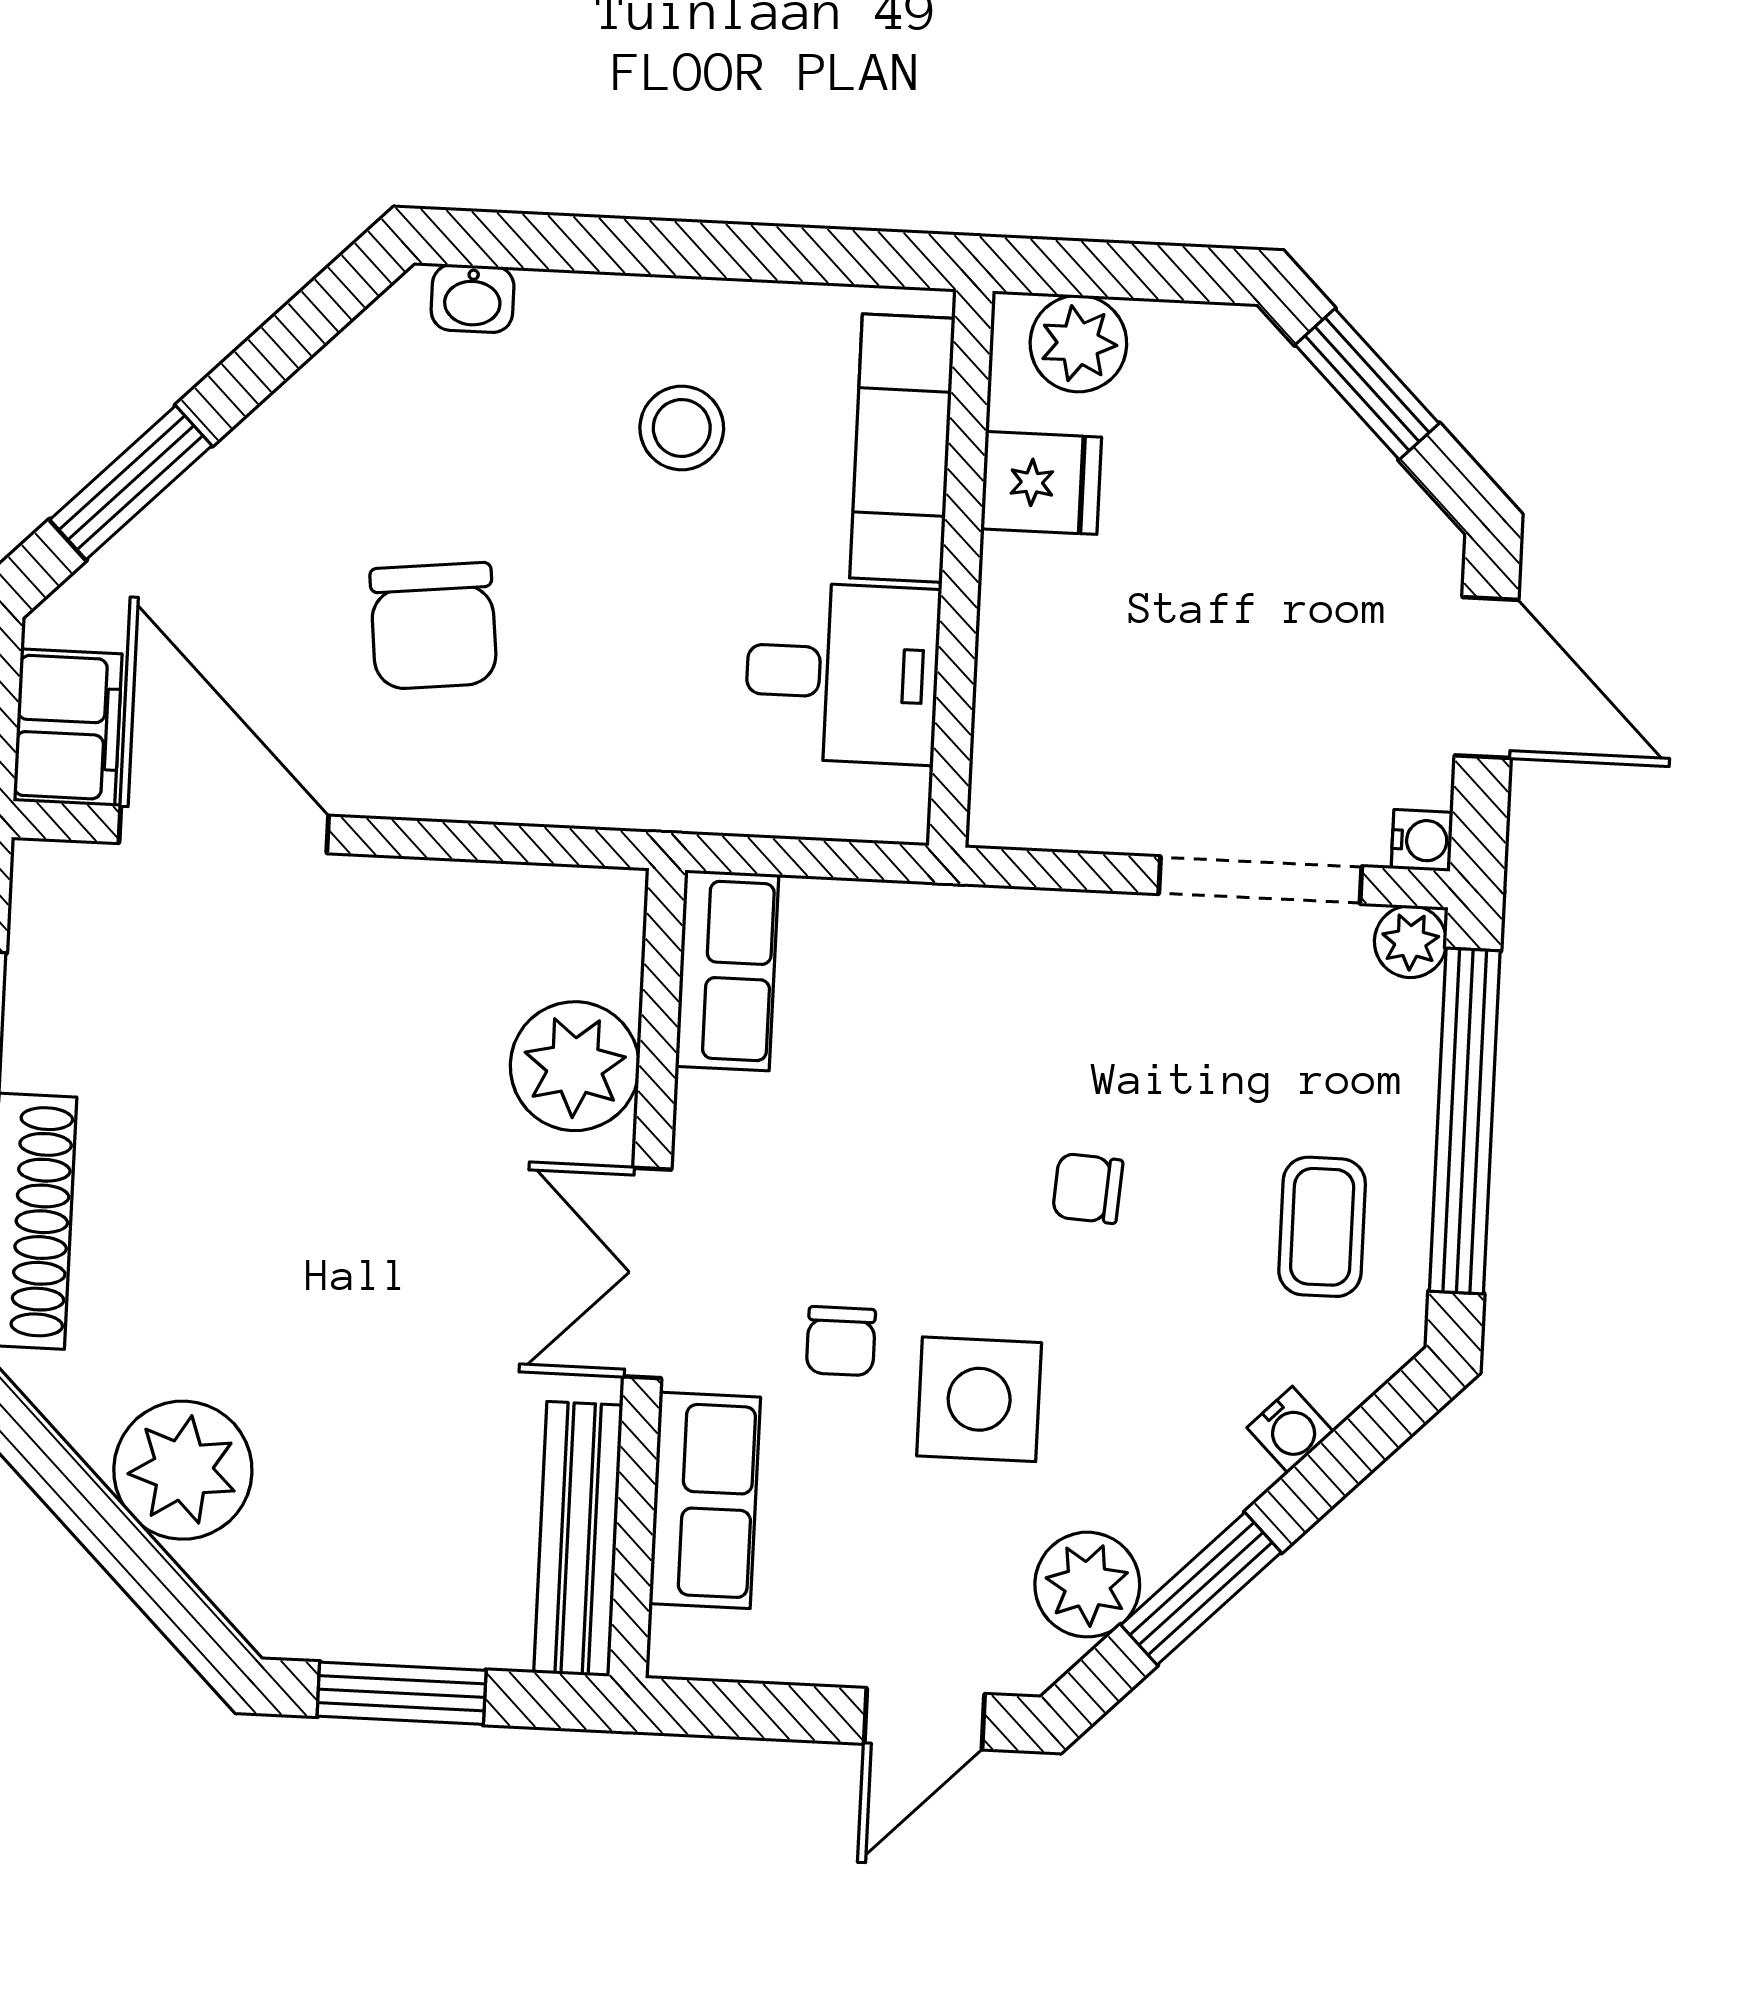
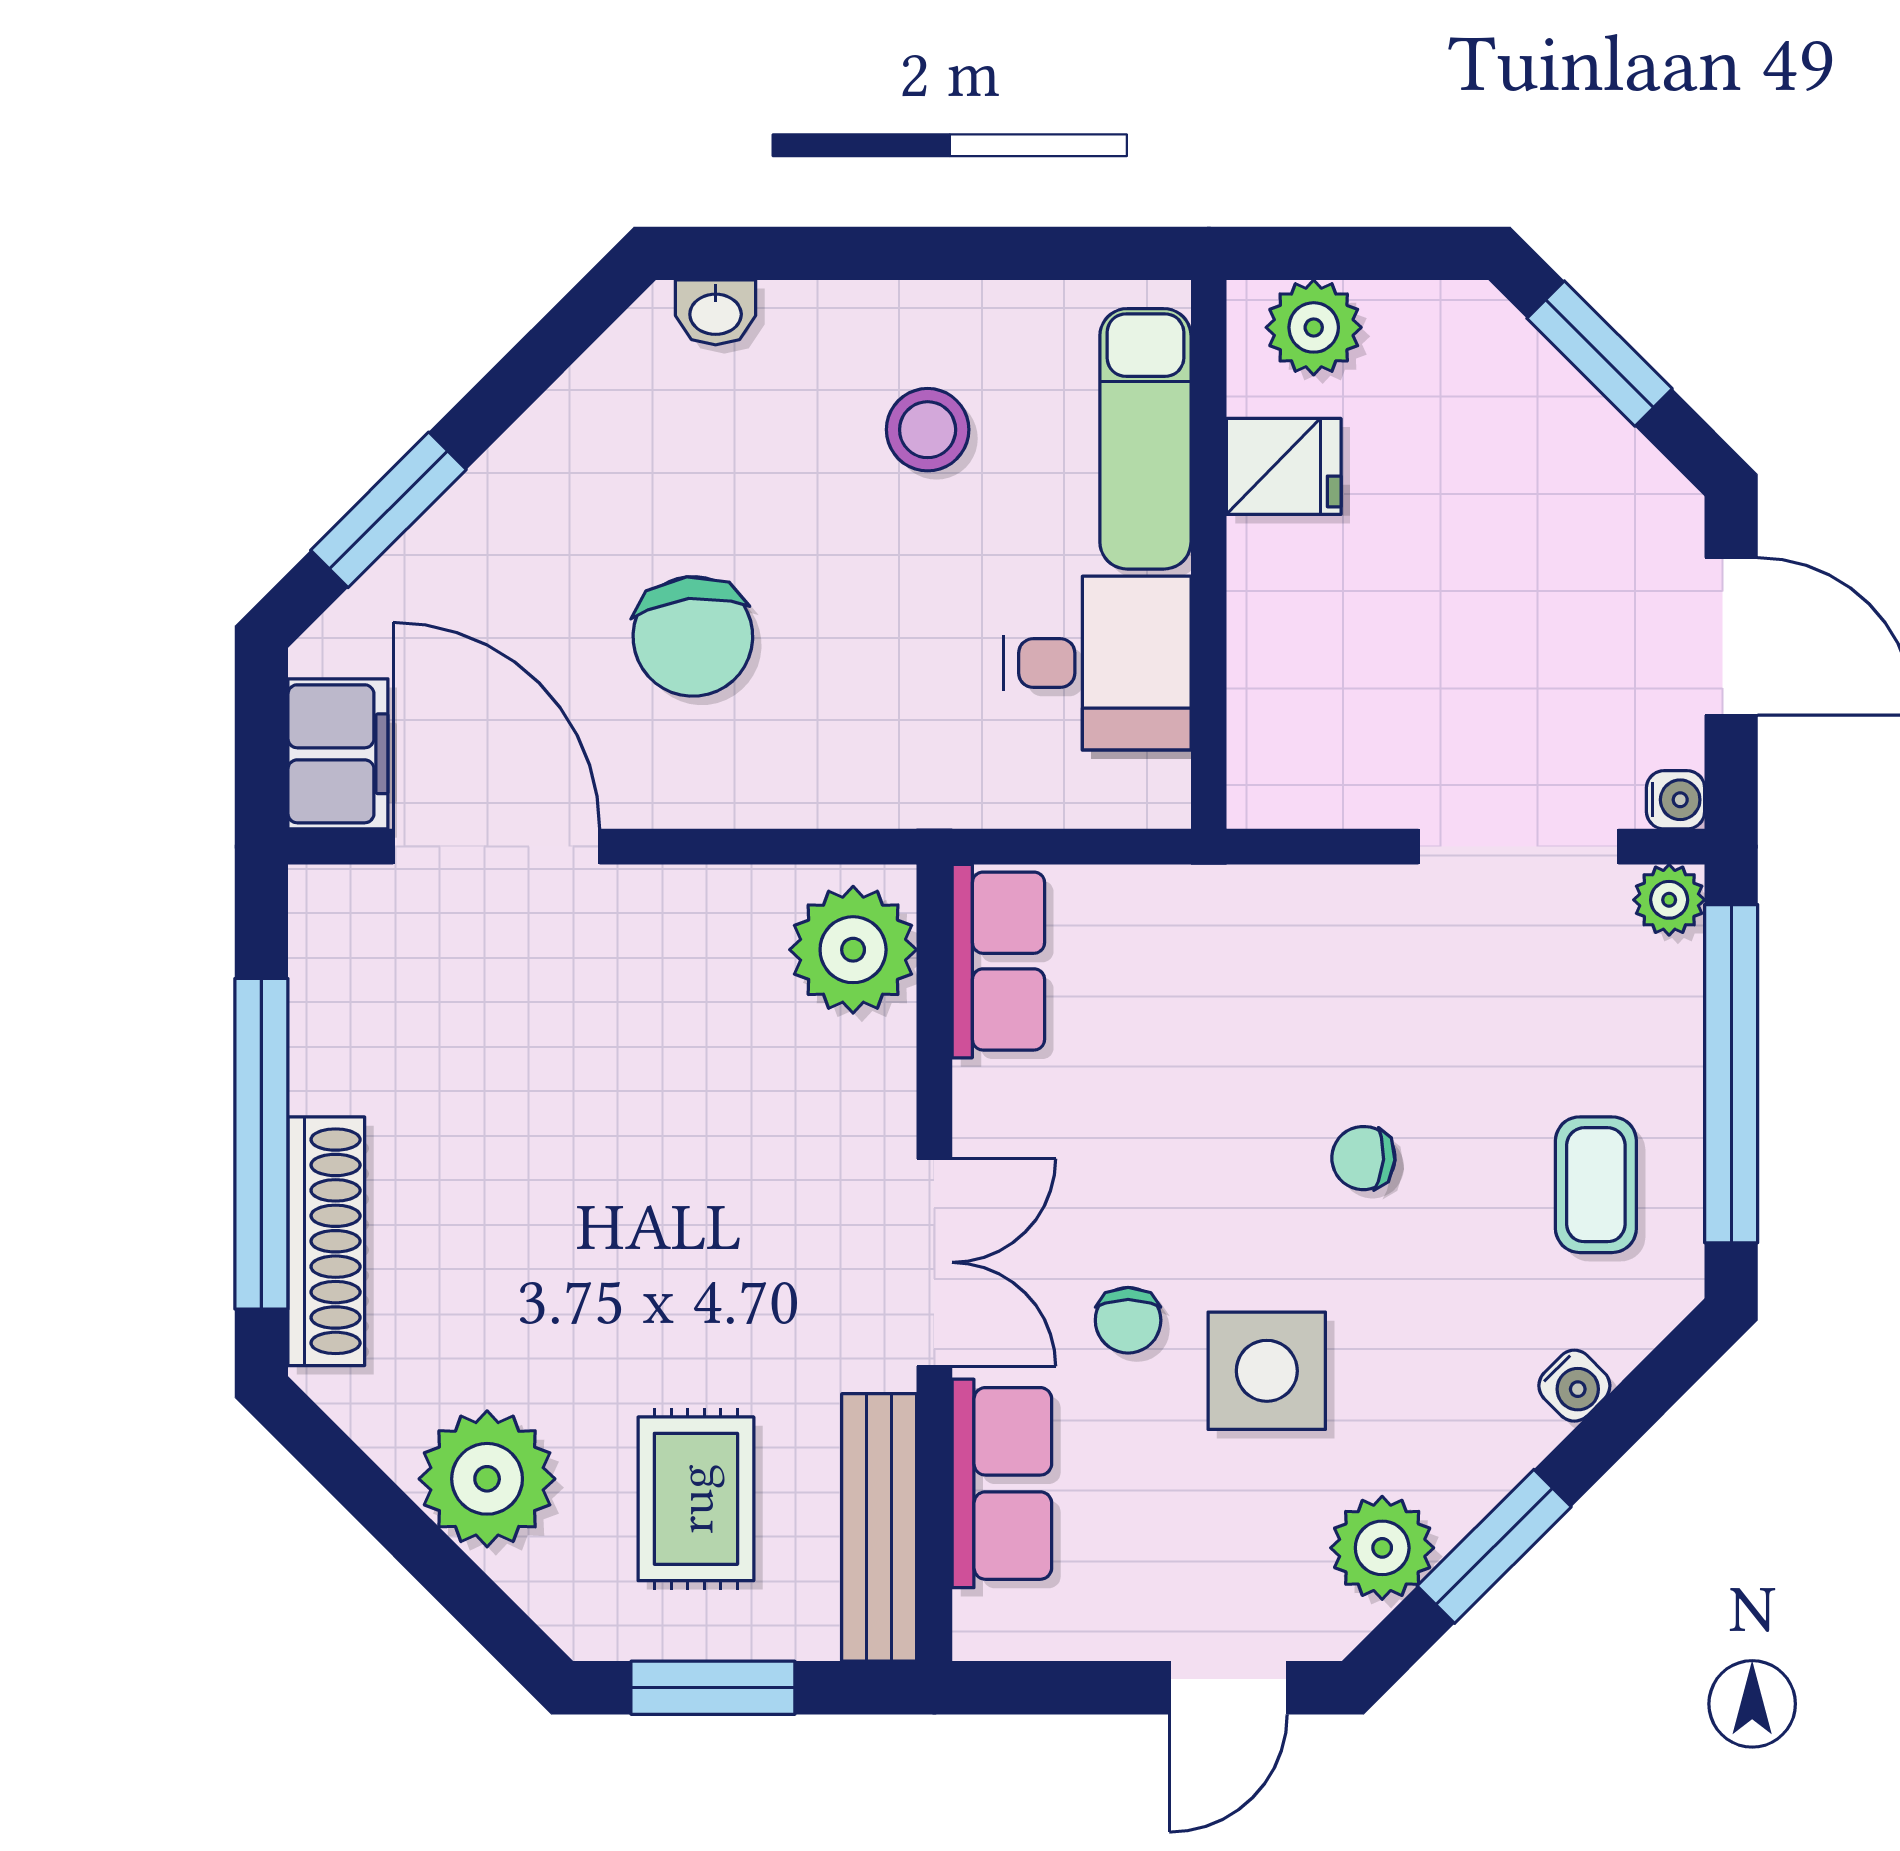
plant: (575, 1066) -> (853, 950), moved
double door: (647, 1273) -> (934, 1262), swing flipped
rug: (394, 1501) -> (696, 1499), added

